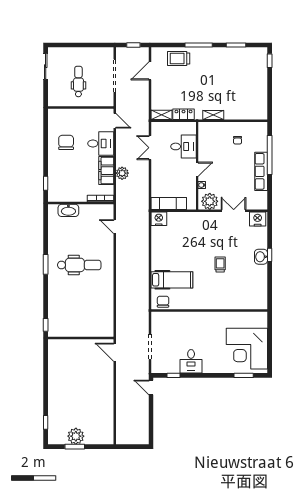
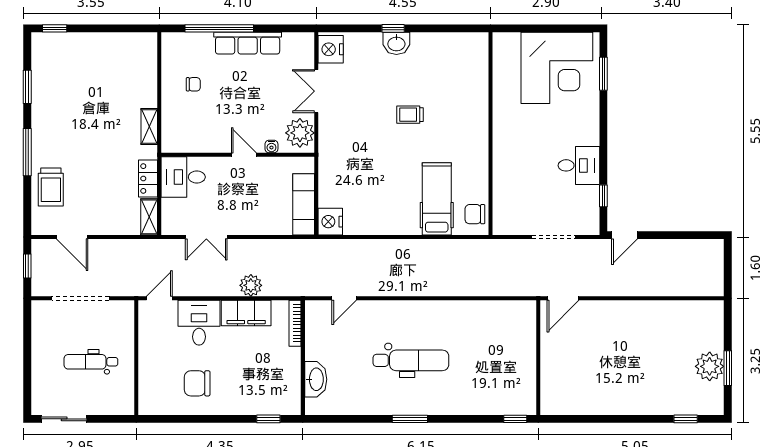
desk: (183, 146) -> (183, 177), moved, turned -90
dental chair: (79, 265) -> (411, 360), turned 90

